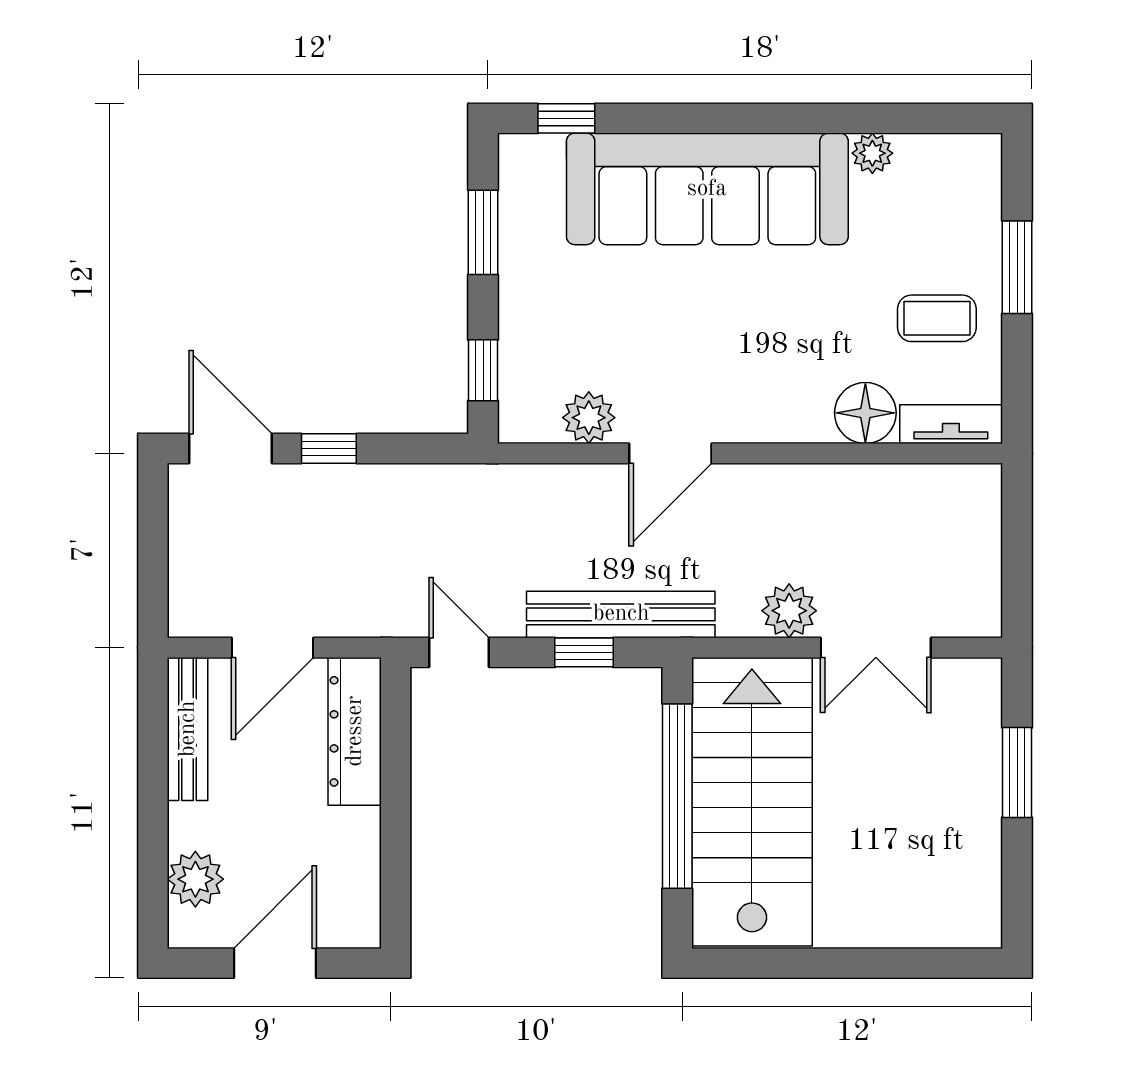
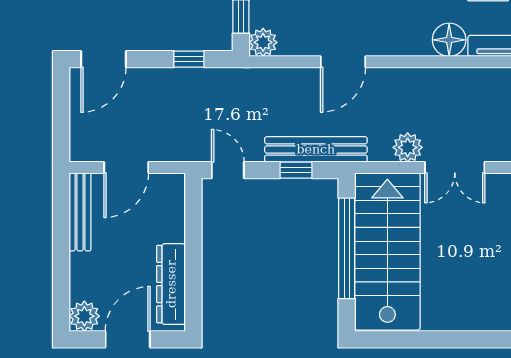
plant: (589, 418) -> (263, 42), moved
door: (231, 449) -> (103, 59), swing flipped
window: (329, 449) -> (189, 59), moved
dresser: (355, 731) -> (171, 284), moved
plant: (195, 879) -> (84, 316), moved

